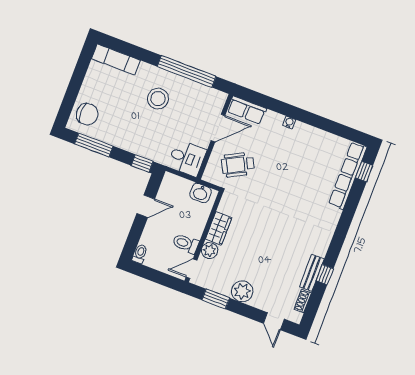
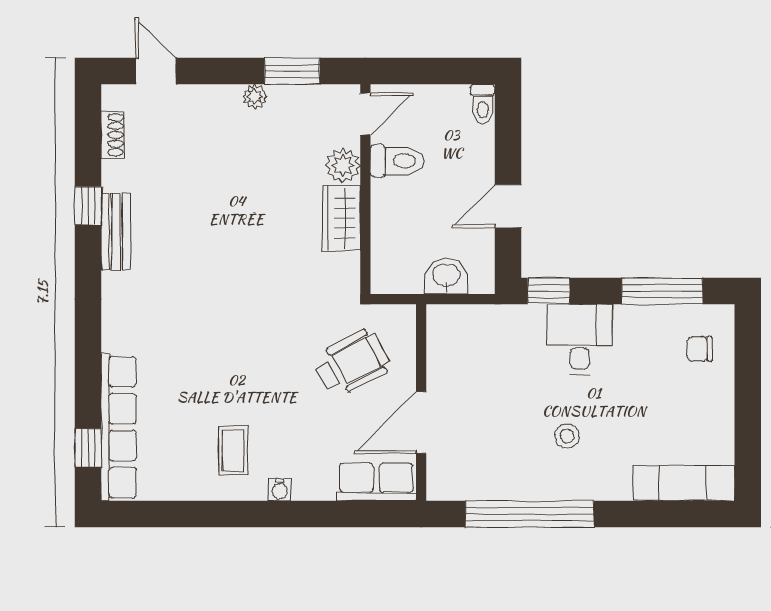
stool: (158, 99) -> (567, 436), width x0.53, depth x0.53
chair: (87, 114) -> (700, 349), width x0.54, depth x0.54
coffee table: (303, 147) -> (233, 451), added
desk: (187, 158) -> (579, 339), moved, turned 90
washbasin: (200, 193) -> (446, 276), moved
bench: (312, 273) -> (116, 232), moved
plant: (242, 291) -> (255, 96), width x0.53, depth x0.53

